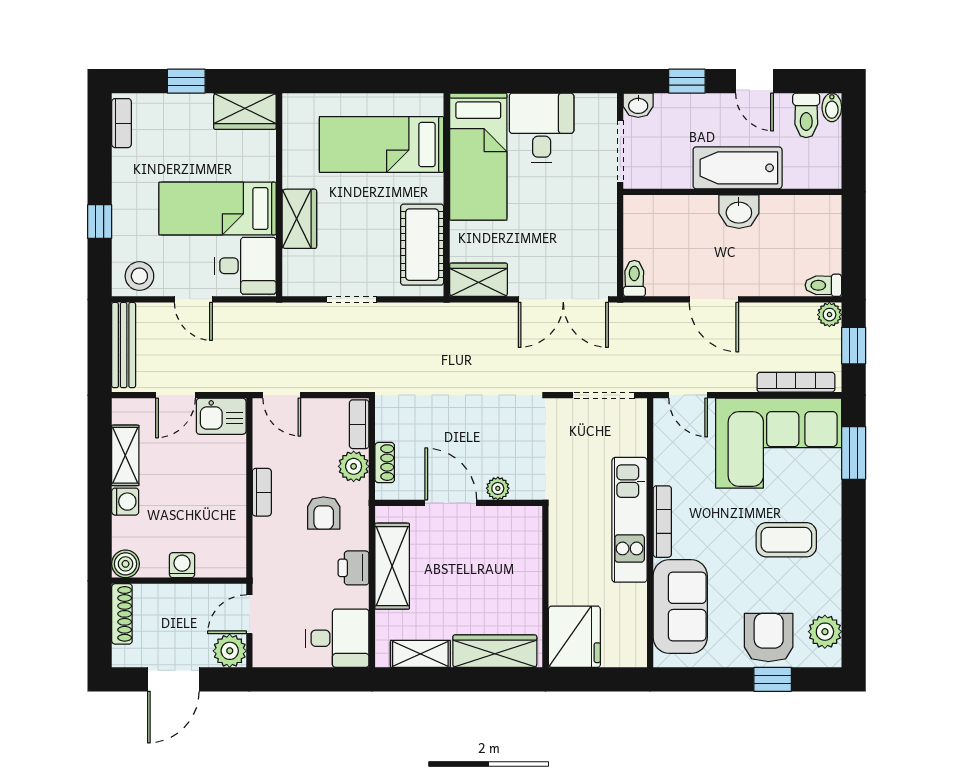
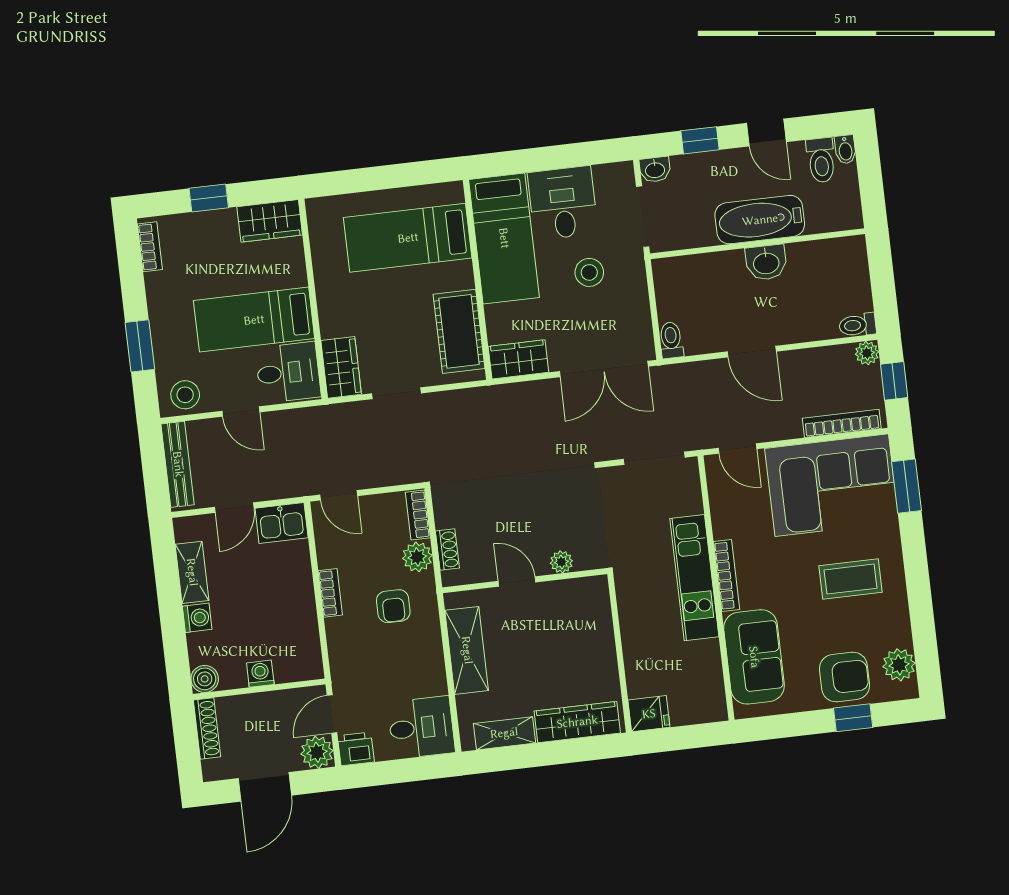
stool: (560, 201) -> (589, 272), added
wardrobe: (299, 219) -> (341, 367), moved
window: (100, 222) -> (140, 346), width x1.50
door: (451, 503) -> (517, 582), width x0.73
printer: (354, 568) -> (356, 749), moved, turned 90
fridge: (574, 637) -> (649, 714), width x0.53, depth x0.75
armchair: (769, 638) -> (844, 677), turned 90

